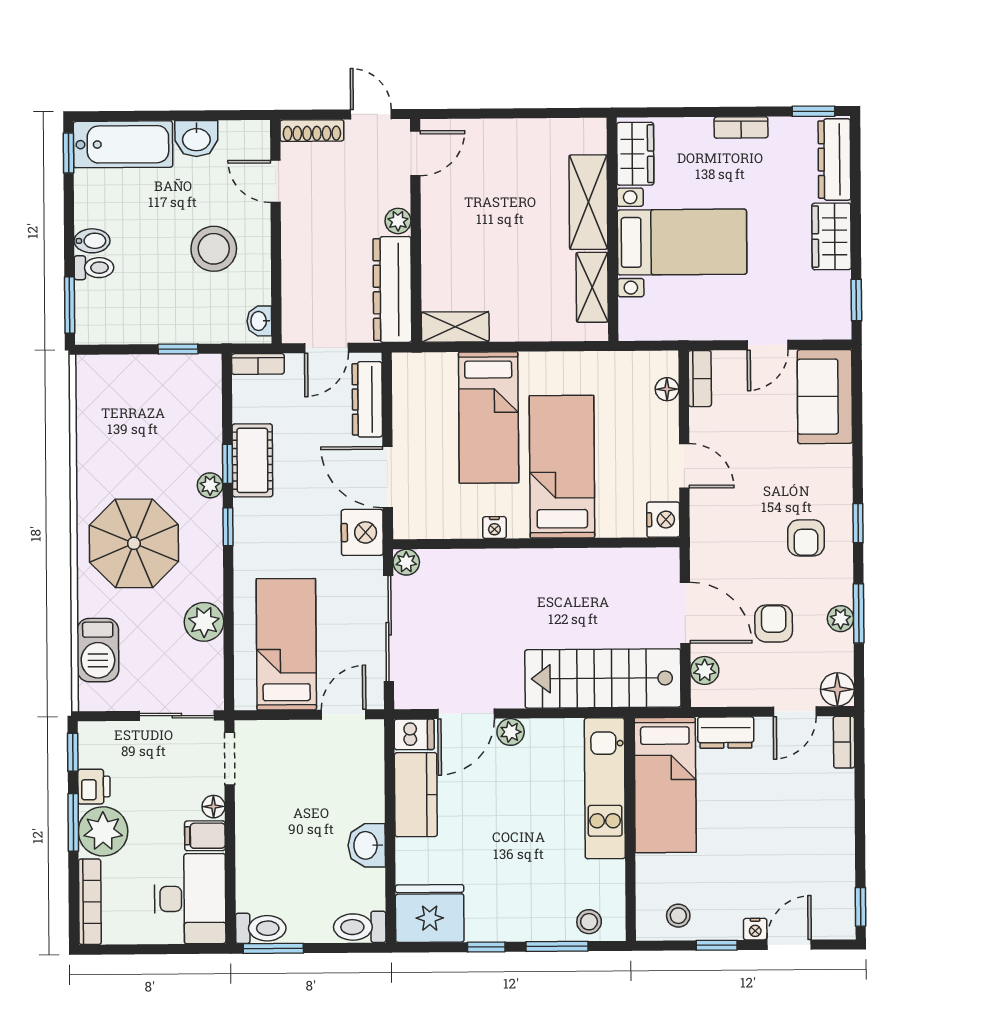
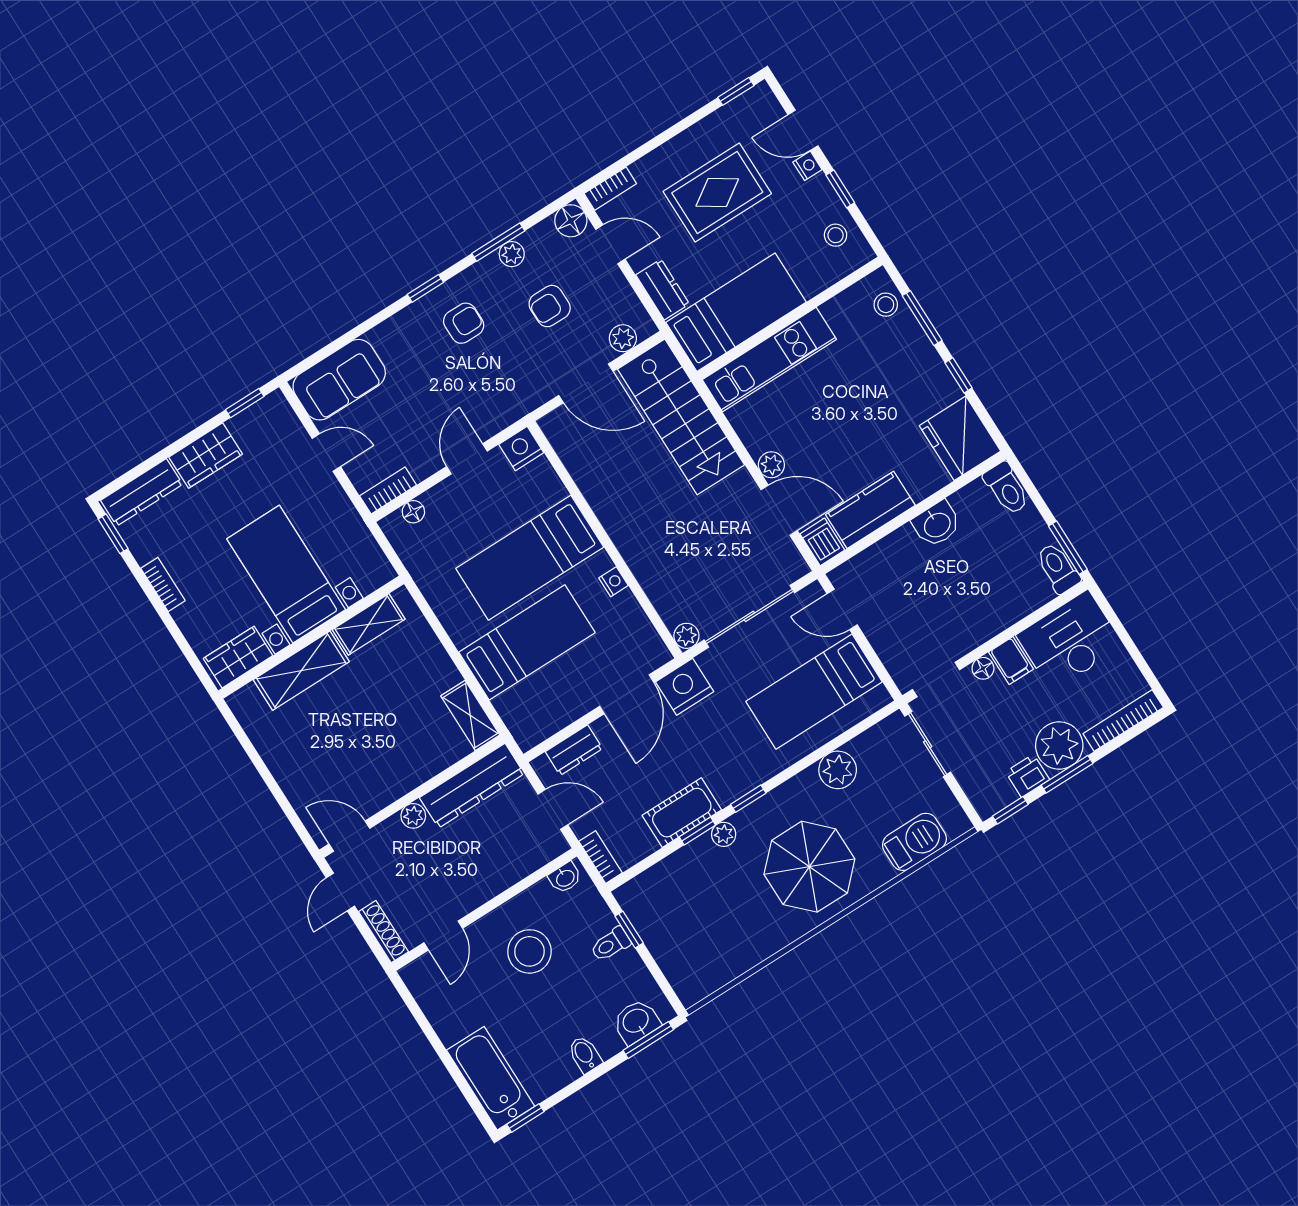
washbasin: (196, 139) -> (636, 1022), moved, turned -90
toilet: (94, 268) -> (610, 944), moved, turned -90
dresser: (367, 399) -> (574, 750), width x0.70
door: (685, 613) -> (586, 383), swing flipped
rug: (781, 835) -> (717, 192), added

